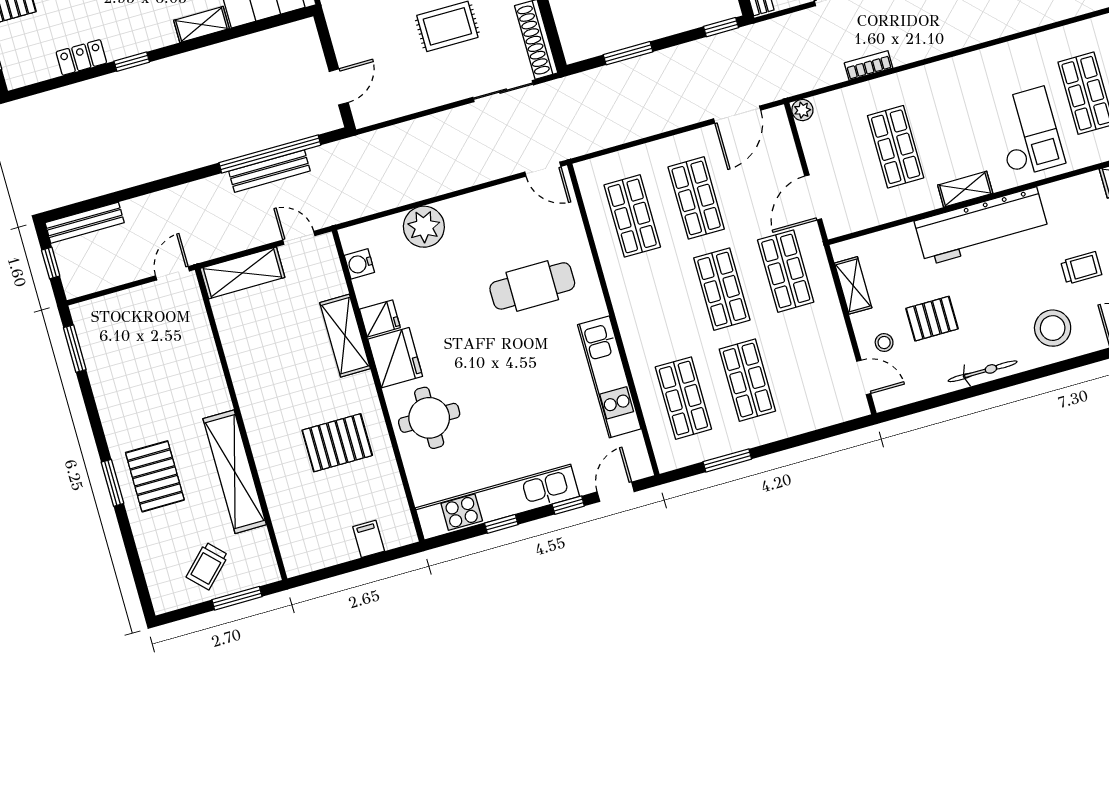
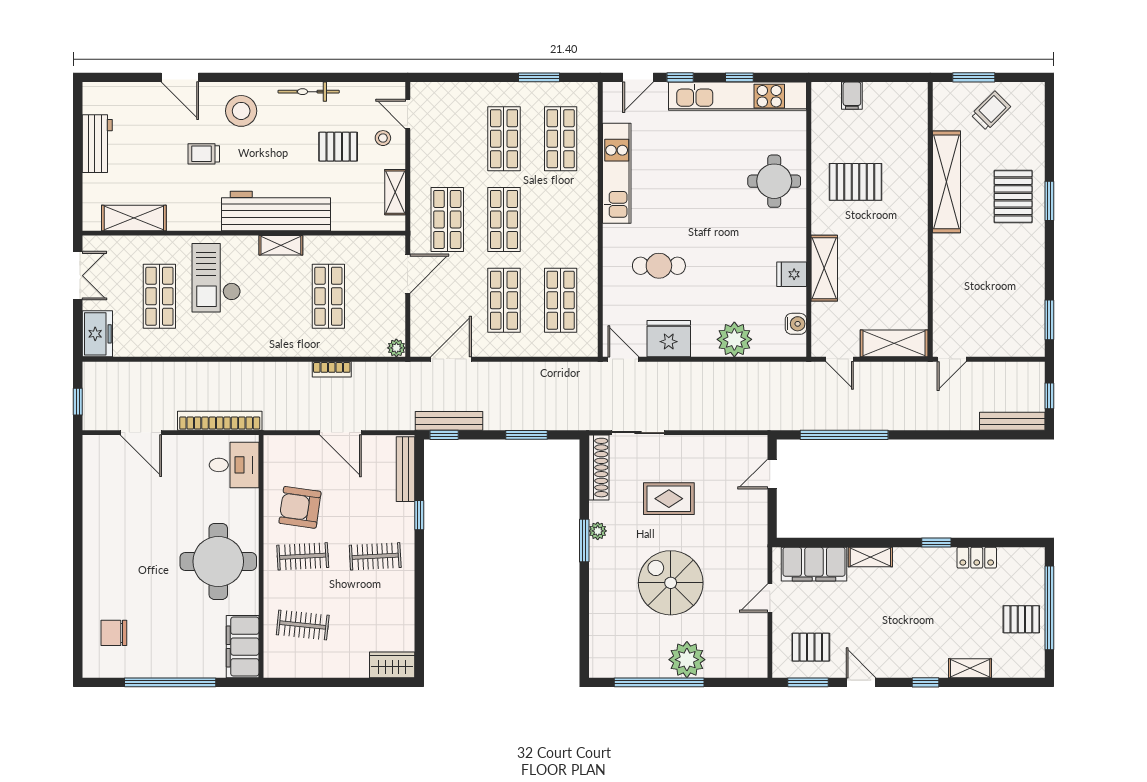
bench: (269, 171) -> (449, 421), moved
cafe table: (532, 286) -> (659, 266), width x0.73, depth x0.74
fridge: (395, 358) -> (669, 339), moved, turned 90

